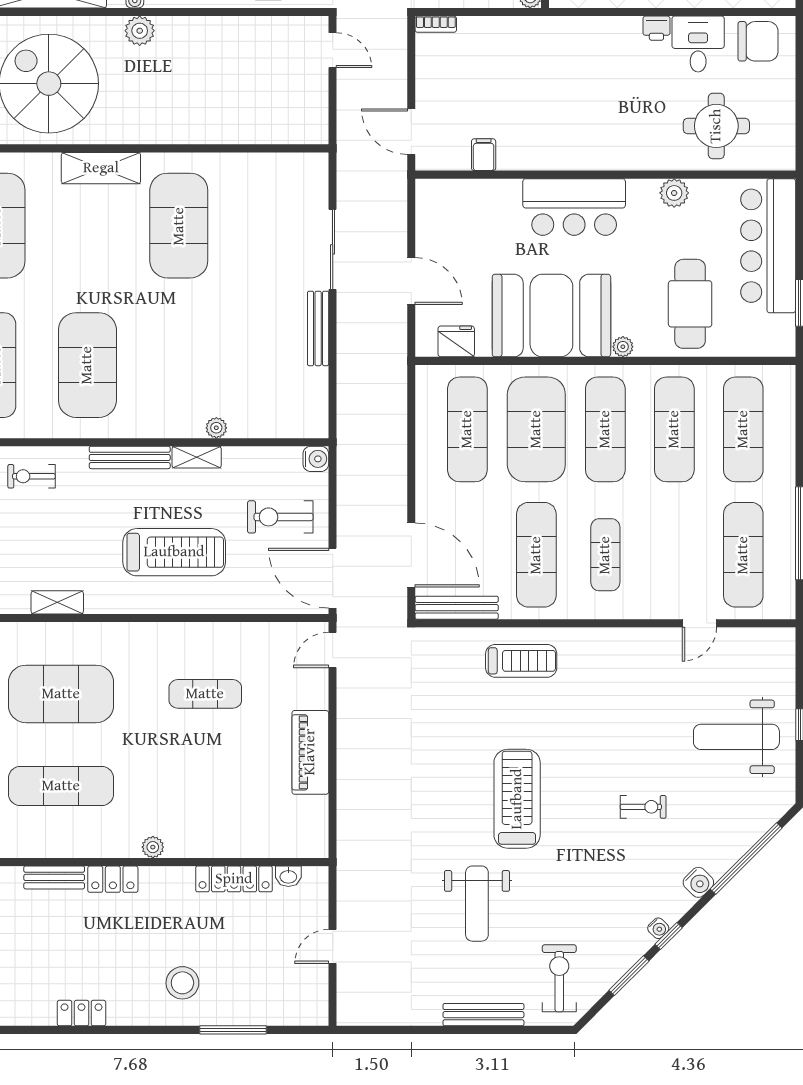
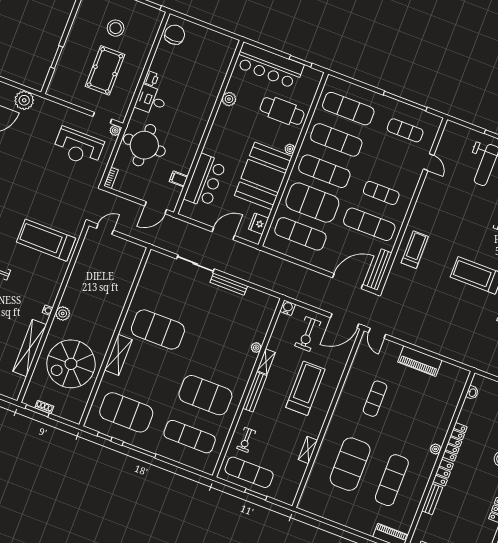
desk: (698, 44) -> (151, 100), moved
round table: (716, 126) -> (144, 145), moved, width x1.36, depth x1.36
bar counter: (574, 207) -> (205, 181), moved
exercise mat: (743, 555) -> (405, 130), width x0.73, depth x0.69
locker: (234, 879) -> (455, 442), moved

